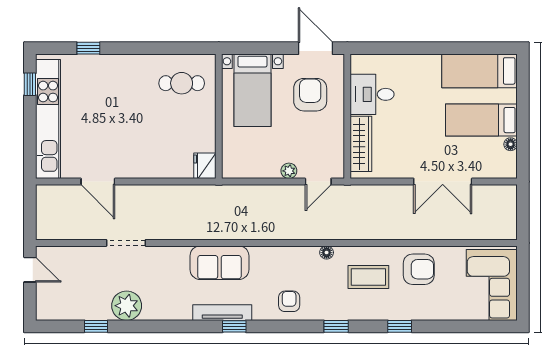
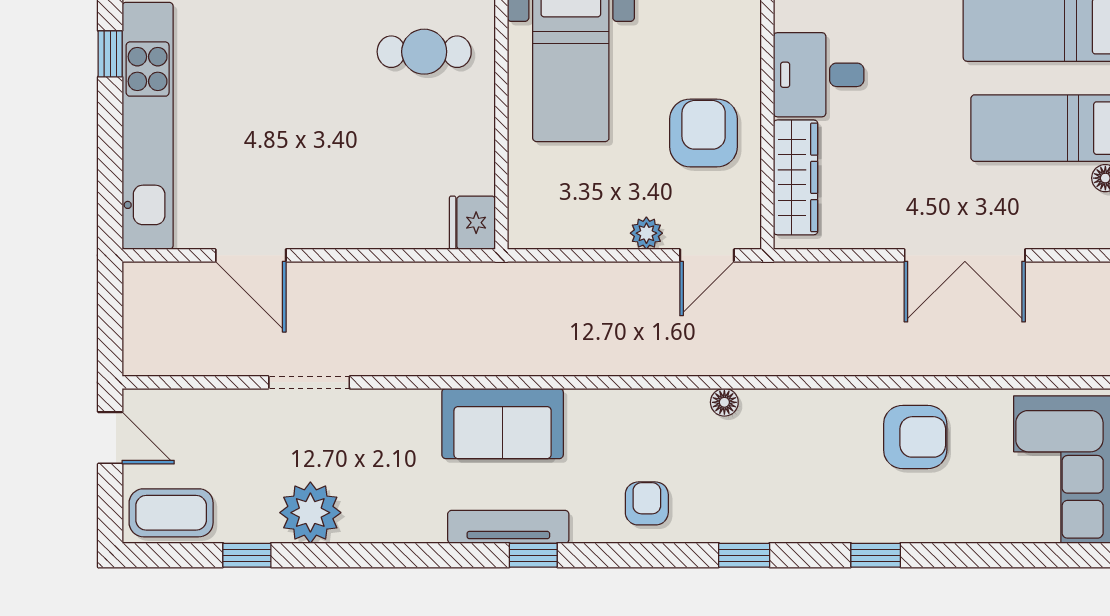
armchair: (310, 95) -> (704, 133), moved
coffee table: (368, 277) -> (171, 513), moved

